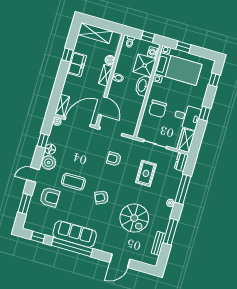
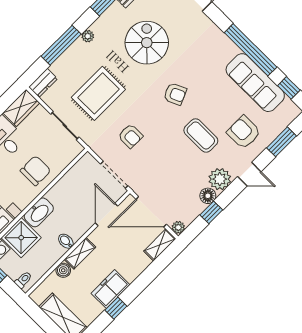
rug: (146, 173) -> (98, 93), width x1.36, depth x1.43
sofa: (75, 234) -> (255, 83), moved

